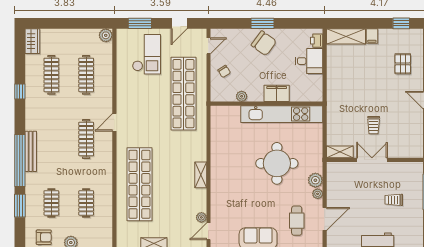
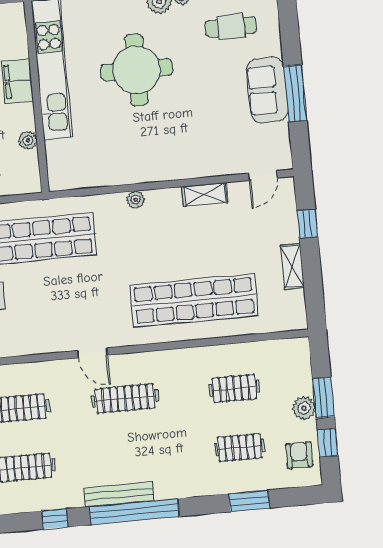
bench: (31, 151) -> (119, 494), moved
window: (20, 161) -> (134, 512), moved
shelving: (201, 175) -> (205, 194), moved
plant: (201, 217) -> (136, 200), moved
door: (208, 231) -> (263, 176), hinge flipped

